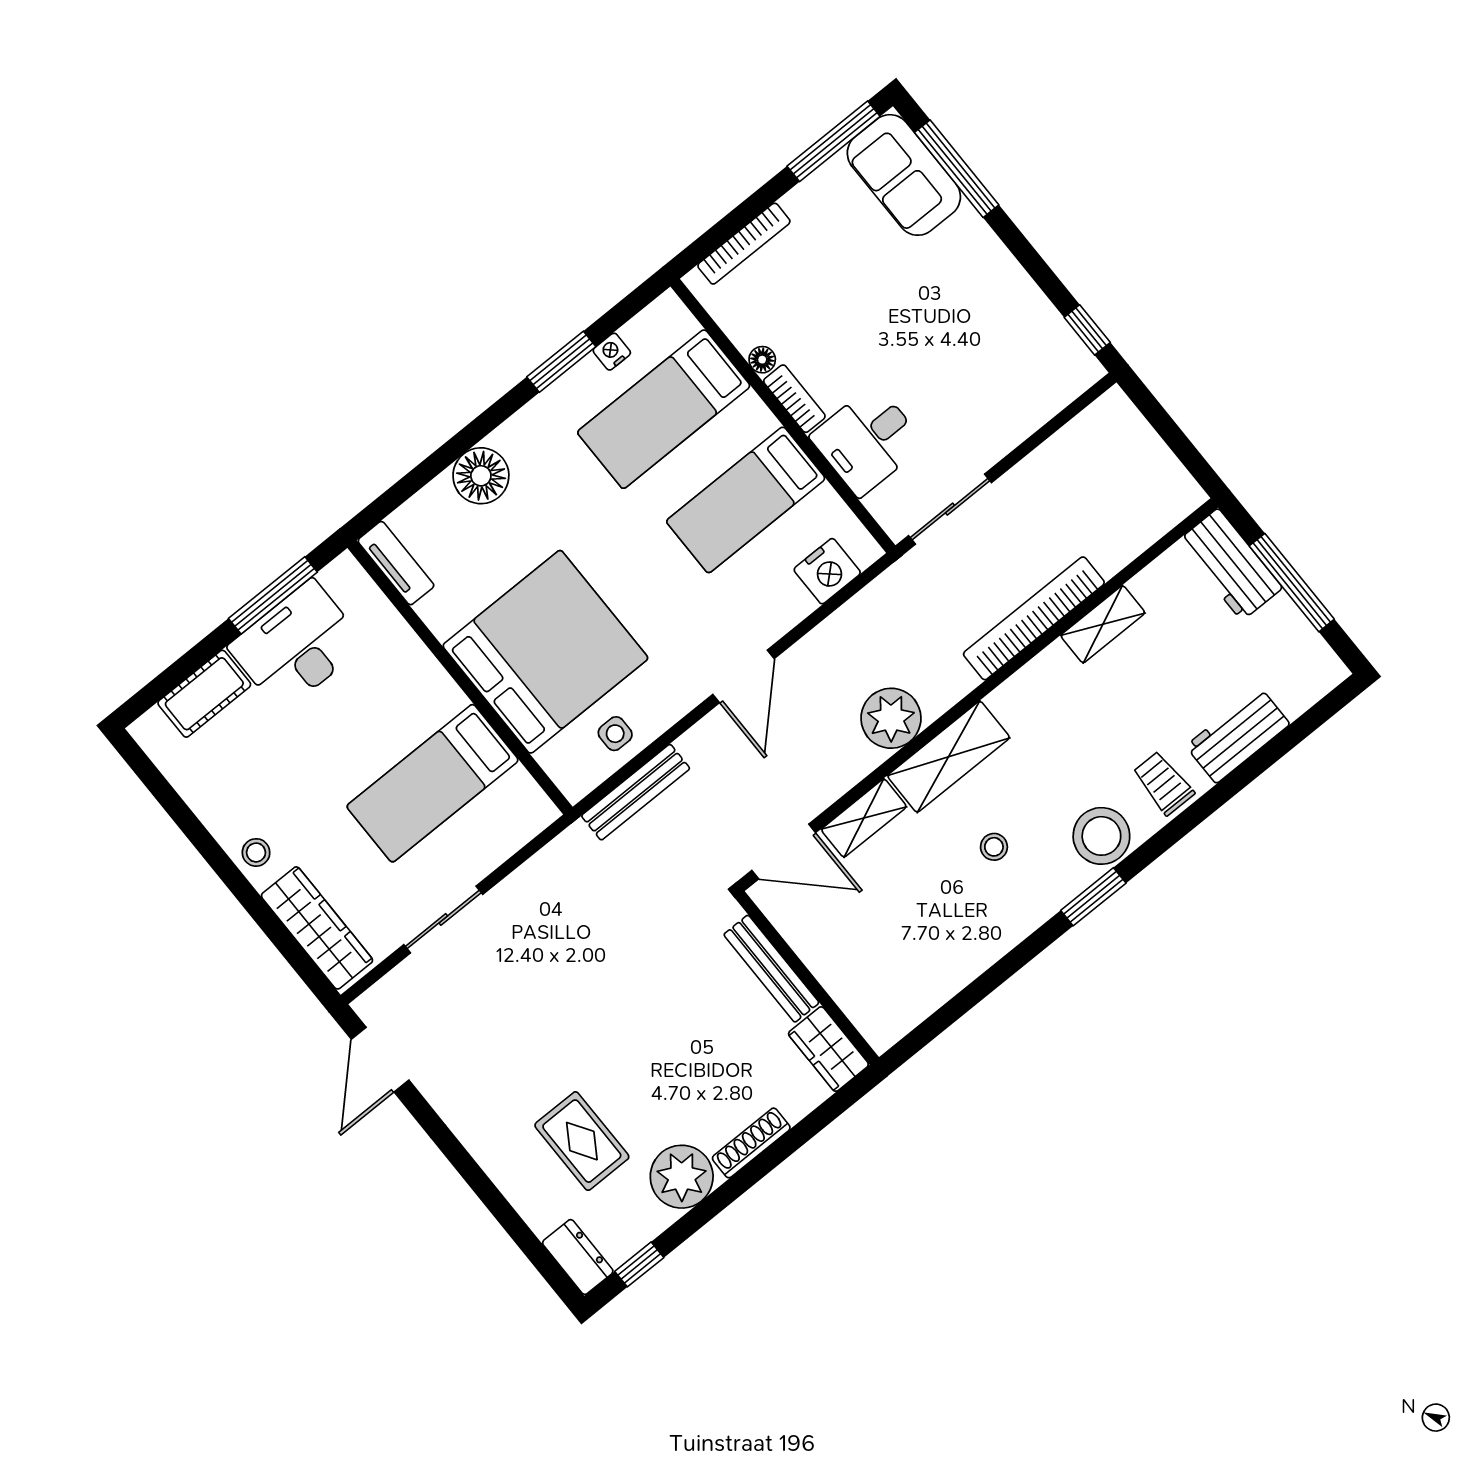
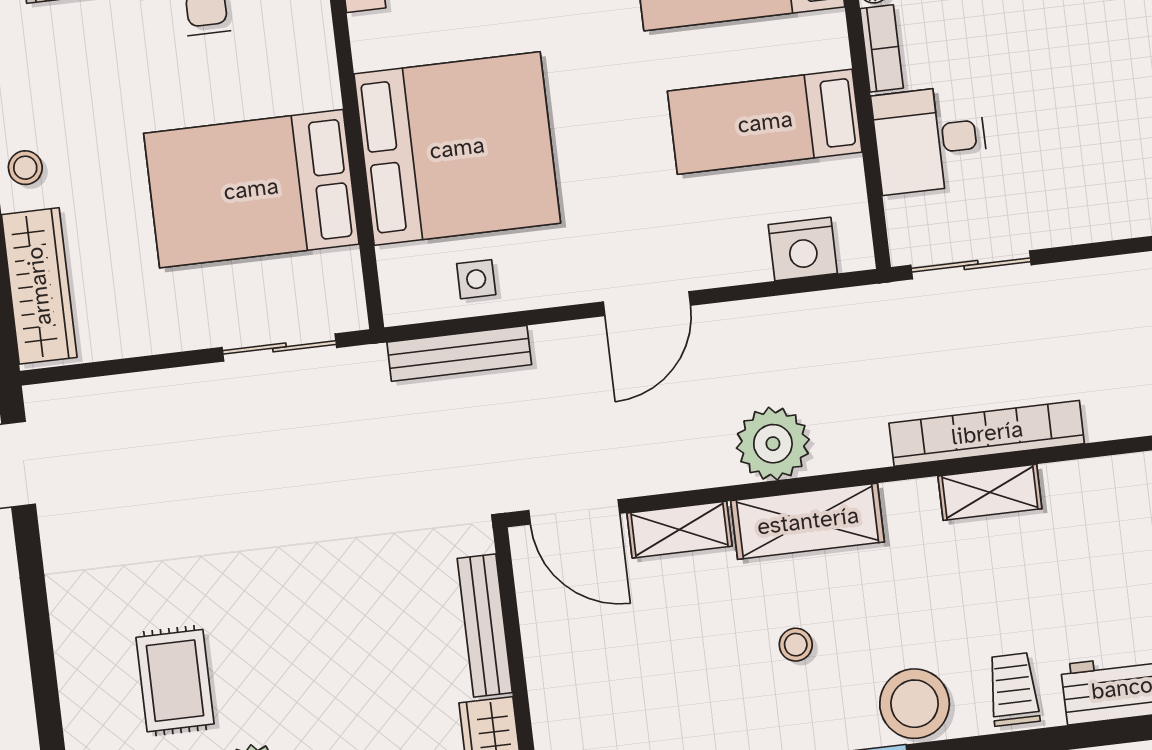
shelving: (1103, 624) -> (990, 492), moved
bed: (433, 783) -> (251, 189), width x1.50
sliding door: (443, 919) -> (279, 347), moved

